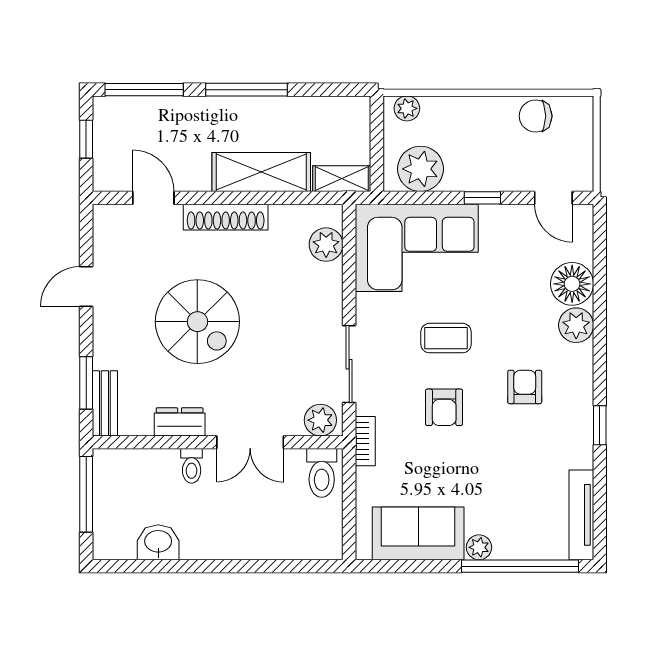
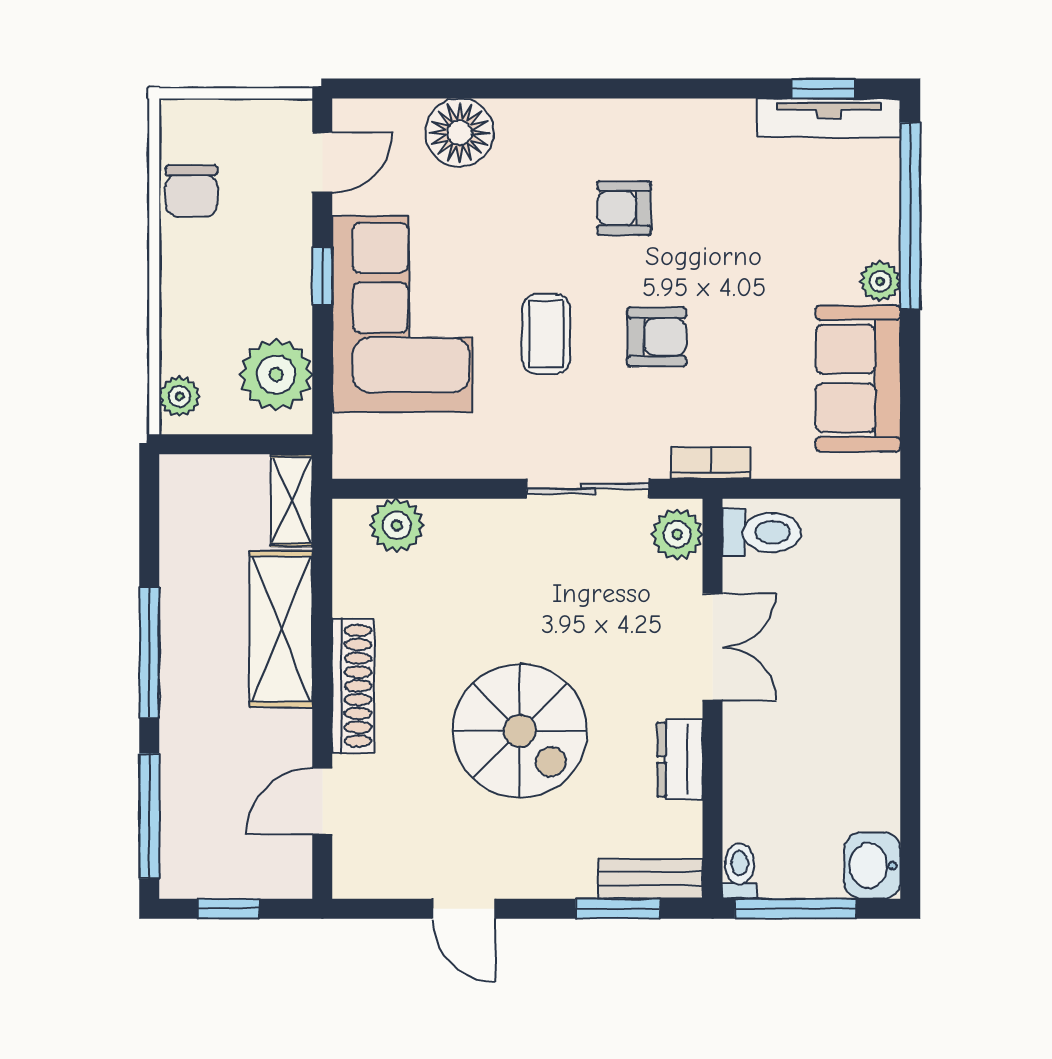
corner sofa: (417, 248) -> (402, 314), moved
spiral stairs: (197, 322) -> (520, 731), turned 90
plant: (576, 325) -> (526, 126), removed
window: (600, 425) -> (823, 88), moved
toilet: (192, 466) -> (740, 871), moved, turned -90
washbasin: (158, 542) -> (872, 866), moved

